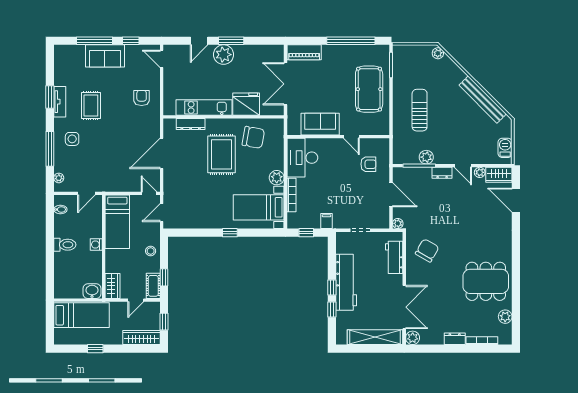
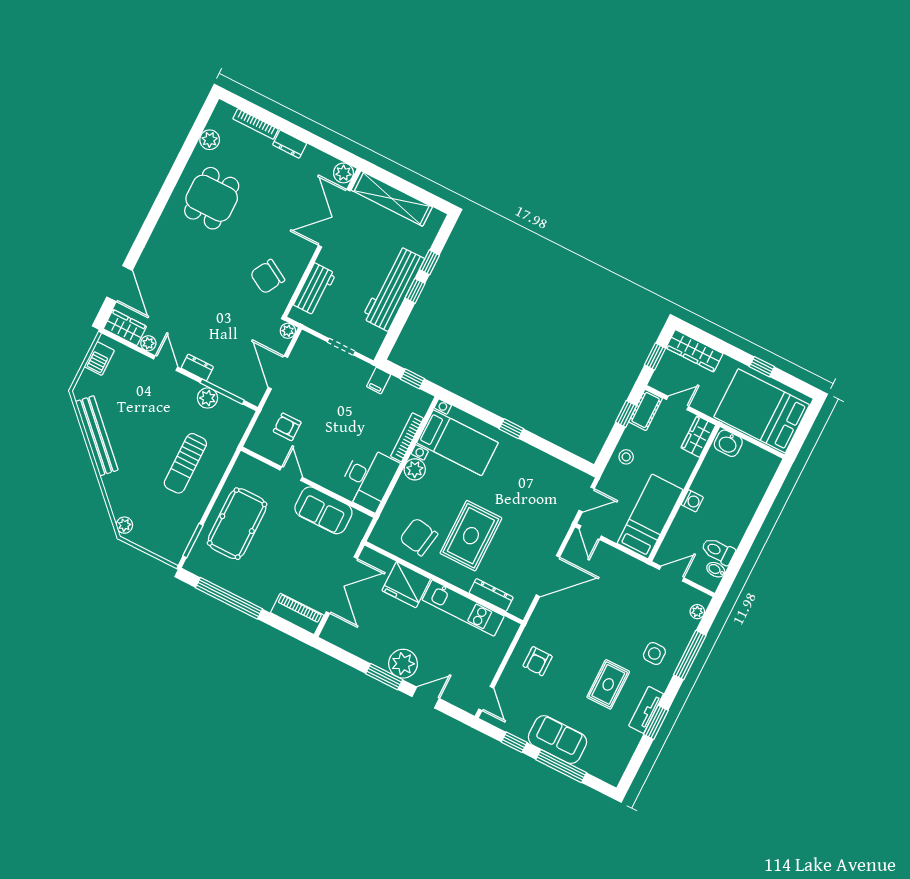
toilet: (65, 245) -> (718, 551), moved
dining table: (486, 281) -> (212, 198), width x0.73
bed: (82, 315) -> (762, 411), width x1.50

